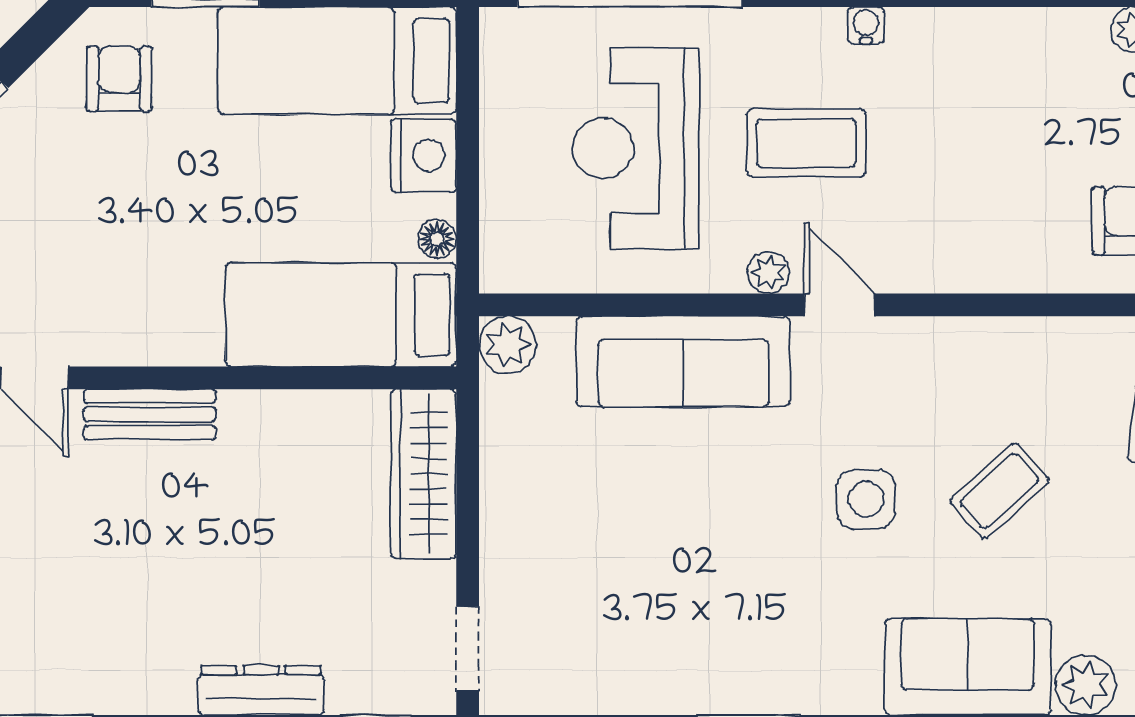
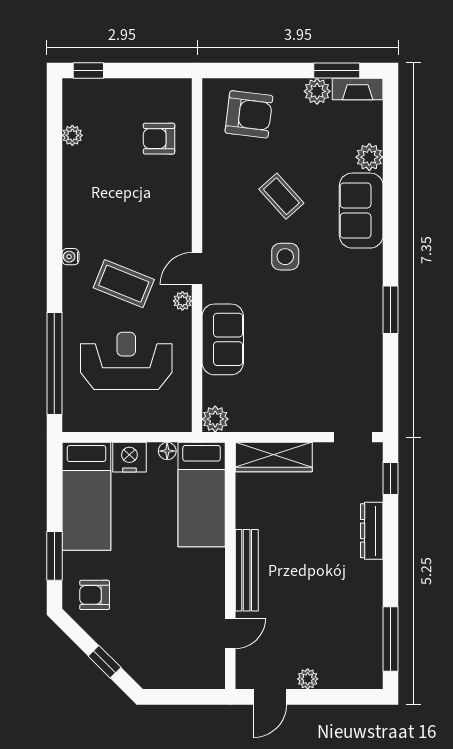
coffee table: (806, 143) -> (124, 284), turned -68
reception desk: (636, 148) -> (126, 361), turned 180
sofa: (683, 361) -> (223, 339), width x0.73
bench: (150, 414) -> (247, 570), width x1.36

